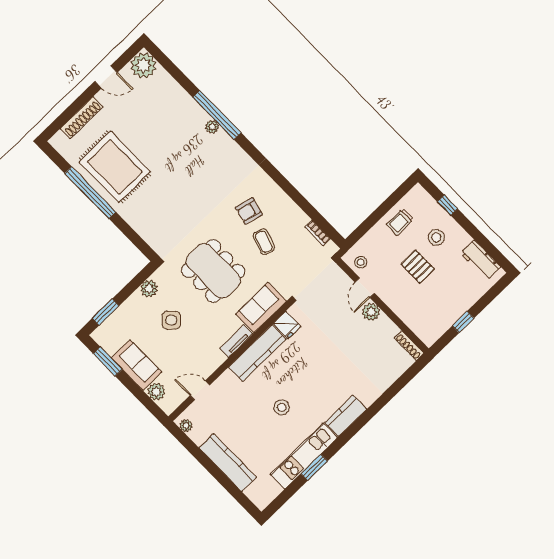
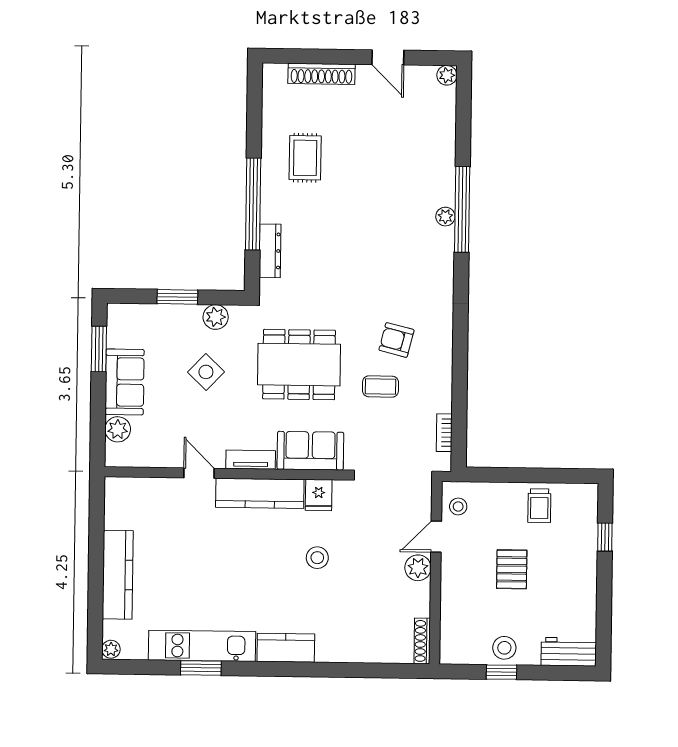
plant: (143, 65) -> (447, 75), width x0.53, depth x0.53
rug: (115, 167) -> (305, 158), width x0.54, depth x0.49
window: (90, 193) -> (253, 204), moved
trolley: (400, 222) -> (539, 506), turned -90
dresser: (143, 229) -> (270, 251), added
stool: (436, 237) -> (504, 648), moved
coffee table: (264, 242) -> (380, 386), turned 72
workbench: (481, 260) -> (569, 652), moved, turned 90
dining table: (213, 271) -> (299, 365), turned 90
window: (106, 312) -> (177, 297), moved
door: (200, 390) -> (199, 473), moved
stool: (282, 407) -> (317, 558), moved
plant: (186, 426) -> (111, 649), moved

